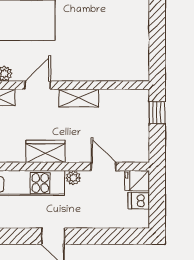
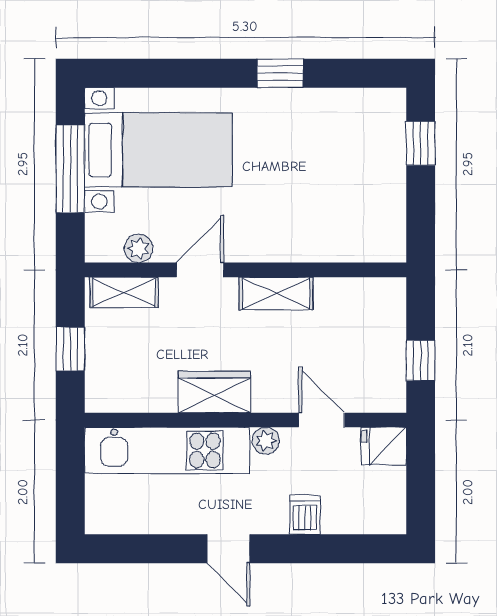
window: (157, 17) -> (421, 143), added
window: (157, 112) -> (421, 360), moved
dishwasher: (139, 201) -> (305, 515), moved, turned 90

